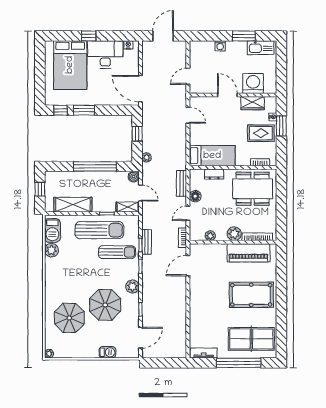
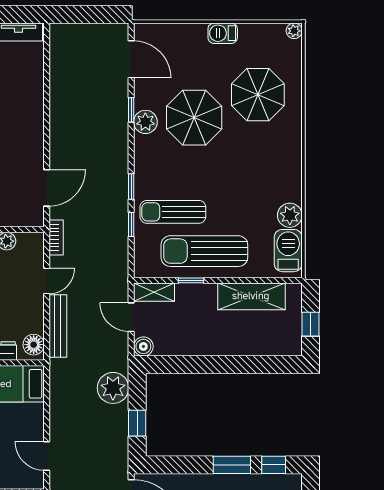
plant: (147, 157) -> (113, 388), width x1.88, depth x1.88
window: (95, 166) -> (212, 365), removed
bench: (182, 183) -> (58, 326), width x1.36
floor lamp: (195, 196) -> (34, 345), moved
bench: (147, 242) -> (120, 230), removed
plant: (132, 287) -> (145, 122), moved
door: (140, 338) -> (131, 59), swing flipped
barbecue: (107, 352) -> (223, 33), moved

